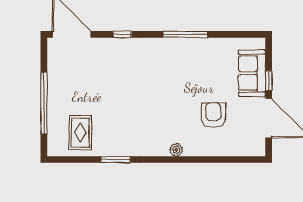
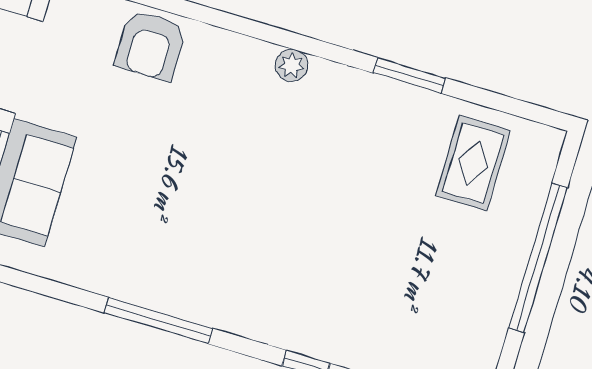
armchair: (213, 115) -> (150, 45), moved
plant: (176, 150) -> (292, 65), moved

